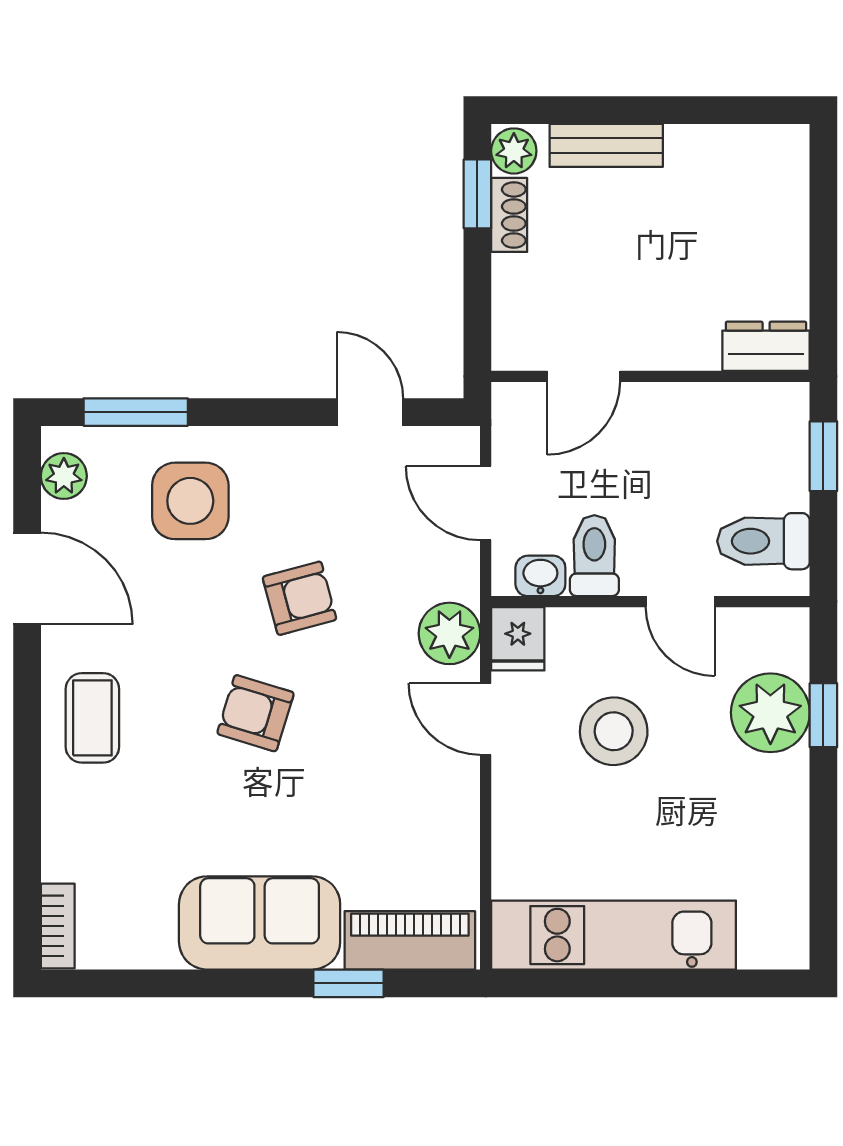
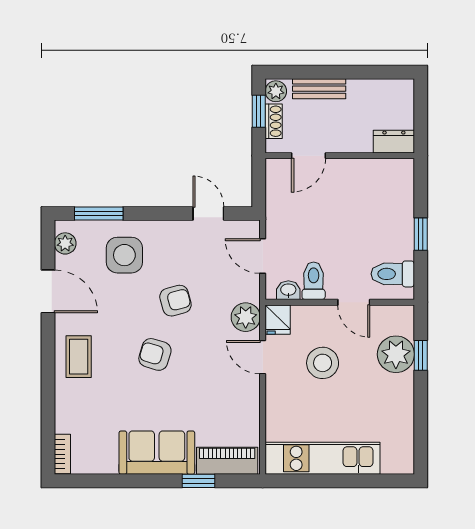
dresser: (766, 346) -> (394, 142), moved
door: (584, 376) -> (309, 156), moved
wall: (650, 376) -> (340, 156), moved

